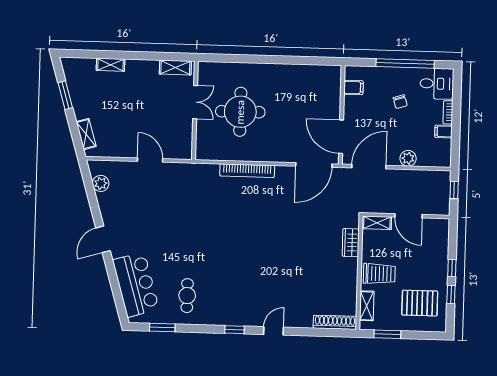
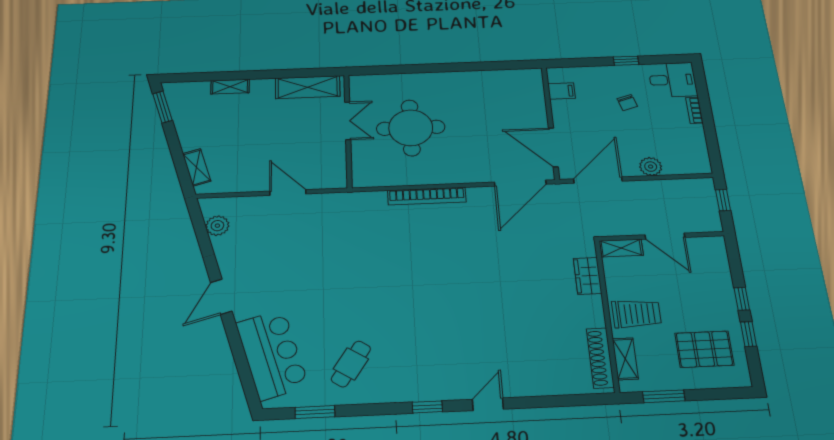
window: (405, 64) -> (626, 61), width x0.32
shelving: (175, 68) -> (308, 87), width x1.50, depth x1.33
window: (65, 95) -> (162, 107), moved
filing cabinet: (444, 131) -> (693, 132), removed
cafe table: (187, 296) -> (351, 364), turned 33
shoe rack: (335, 322) -> (600, 358), moved, turned -90

